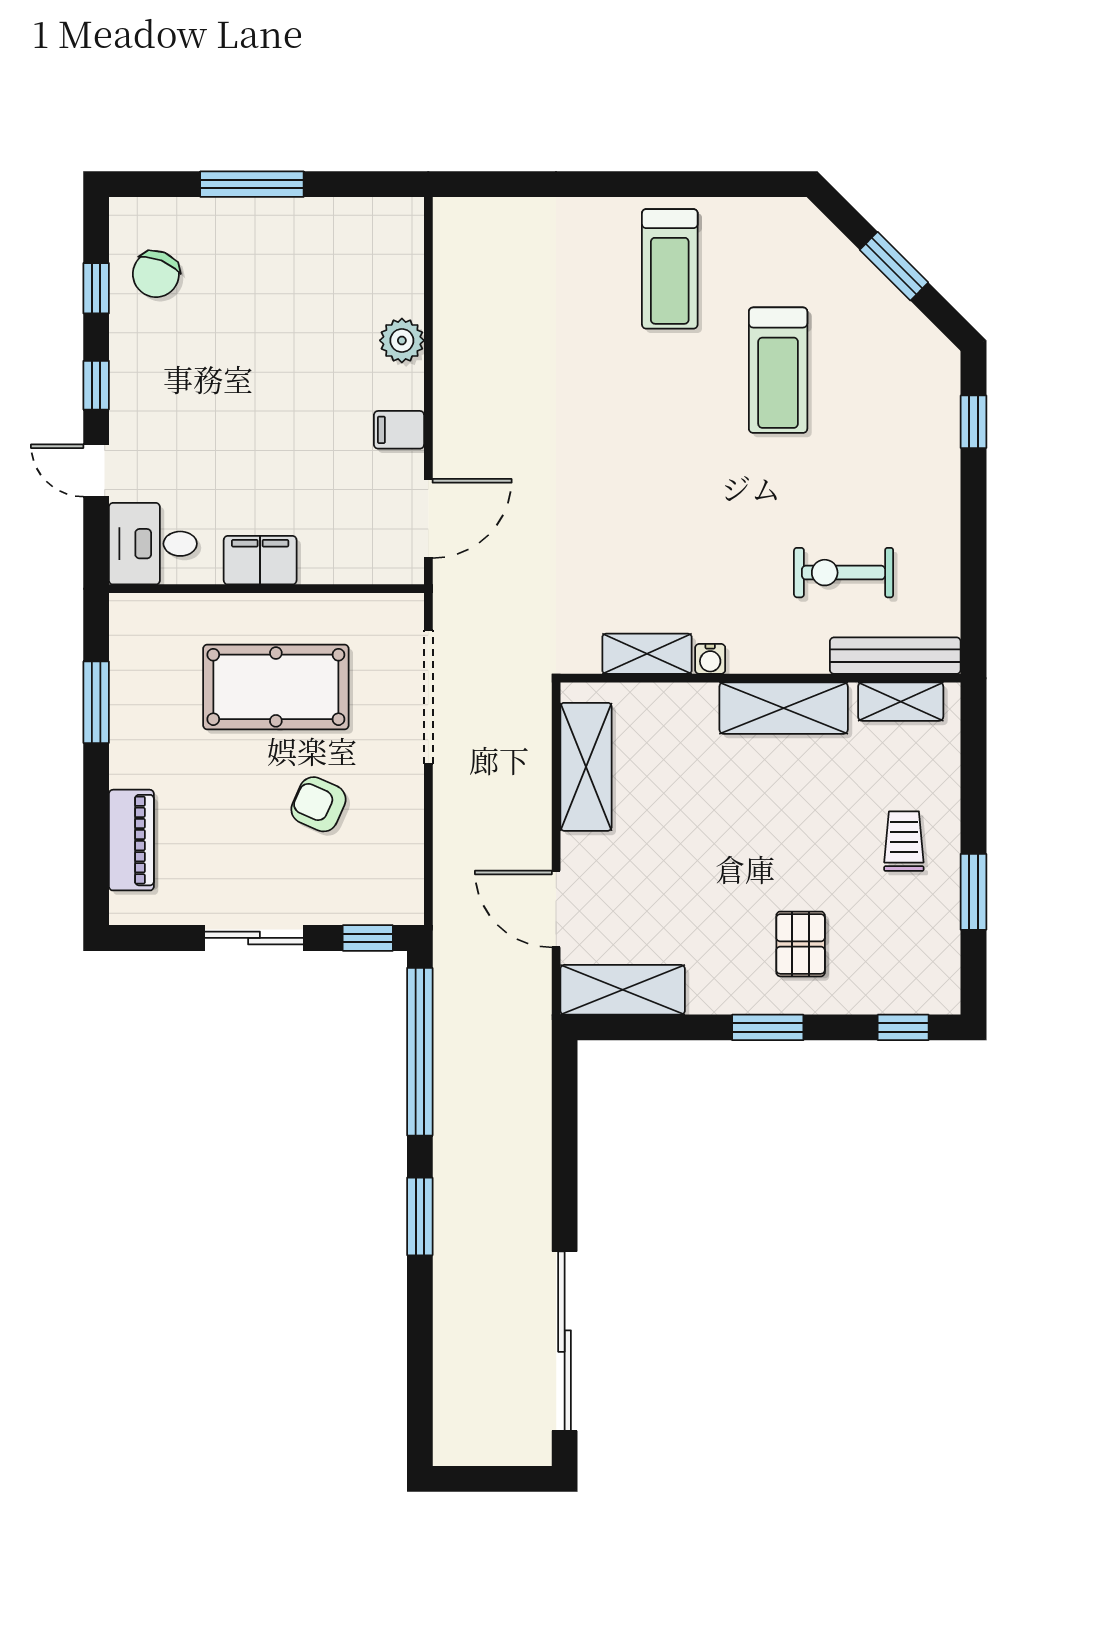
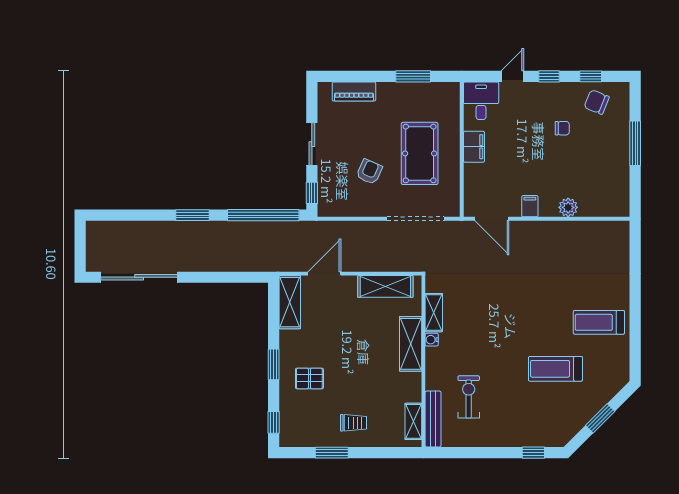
chair: (217, 354) -> (562, 128), added
shelving: (784, 708) -> (411, 344), moved

